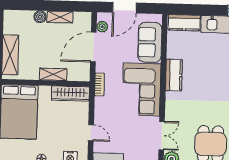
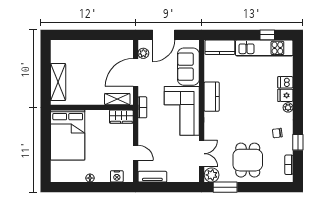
boiler: (40, 17) -> (85, 46), removed
shelving: (60, 17) -> (104, 45), removed
shelving: (53, 74) -> (117, 99), moved
wardrobe: (70, 94) -> (121, 117), width x0.67

